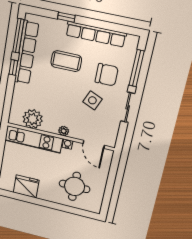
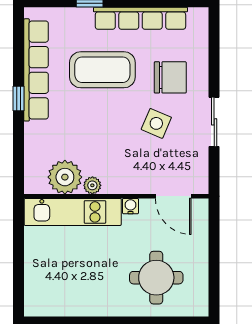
window: (18, 36) -> (18, 46), removed
coffee table: (66, 61) -> (102, 70), width x1.36, depth x1.32
window: (137, 68) -> (214, 57), removed
plant: (64, 131) -> (92, 185), moved
fridge: (26, 186) -> (74, 299), removed

